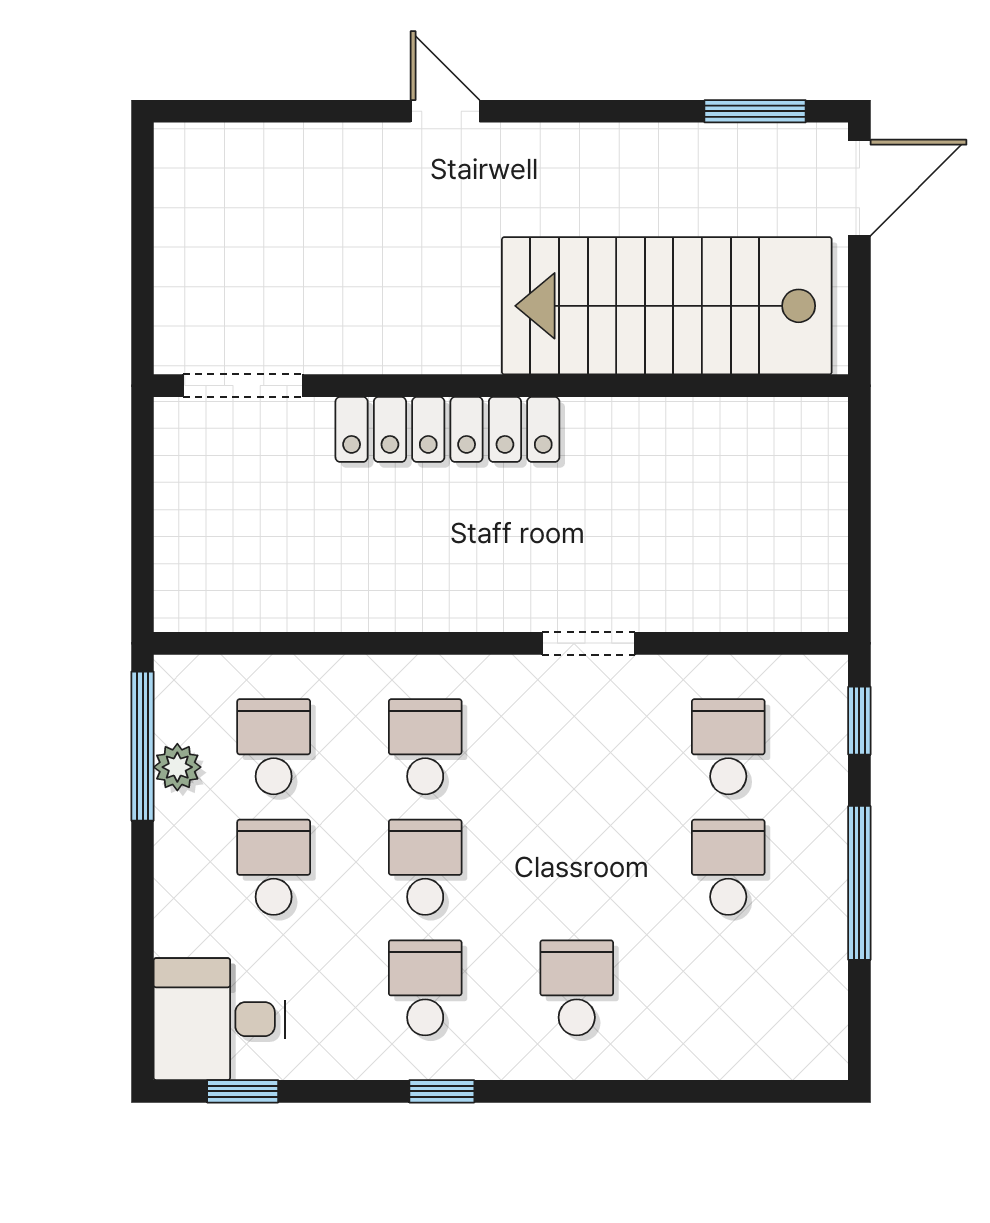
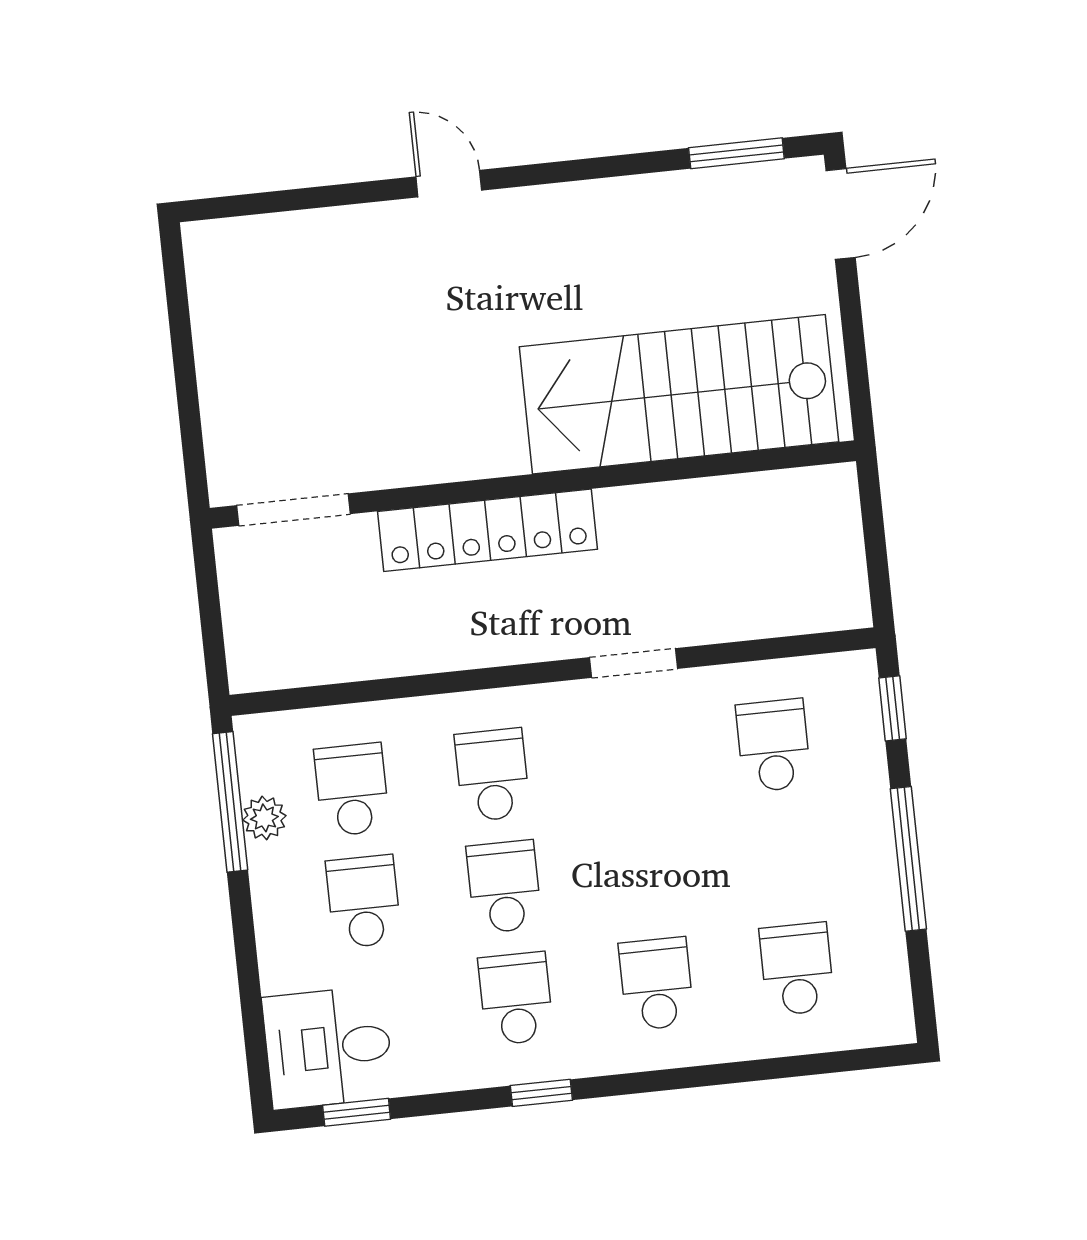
stairs: (667, 306) -> (679, 394), moved
doorway: (243, 386) -> (293, 510), moved
wall: (501, 386) -> (533, 485), moved
locker: (447, 429) -> (488, 530), moved
school desk: (728, 867) -> (797, 969), moved

